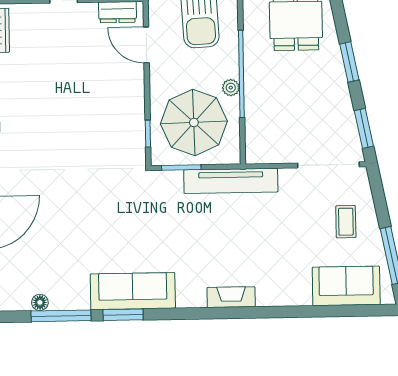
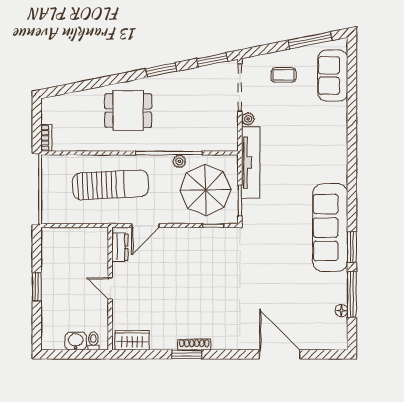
plant: (288, 176) -> (248, 119), added
sofa: (133, 291) -> (330, 228), width x1.36, depth x1.27
fireplace: (231, 297) -> (340, 164), removed

